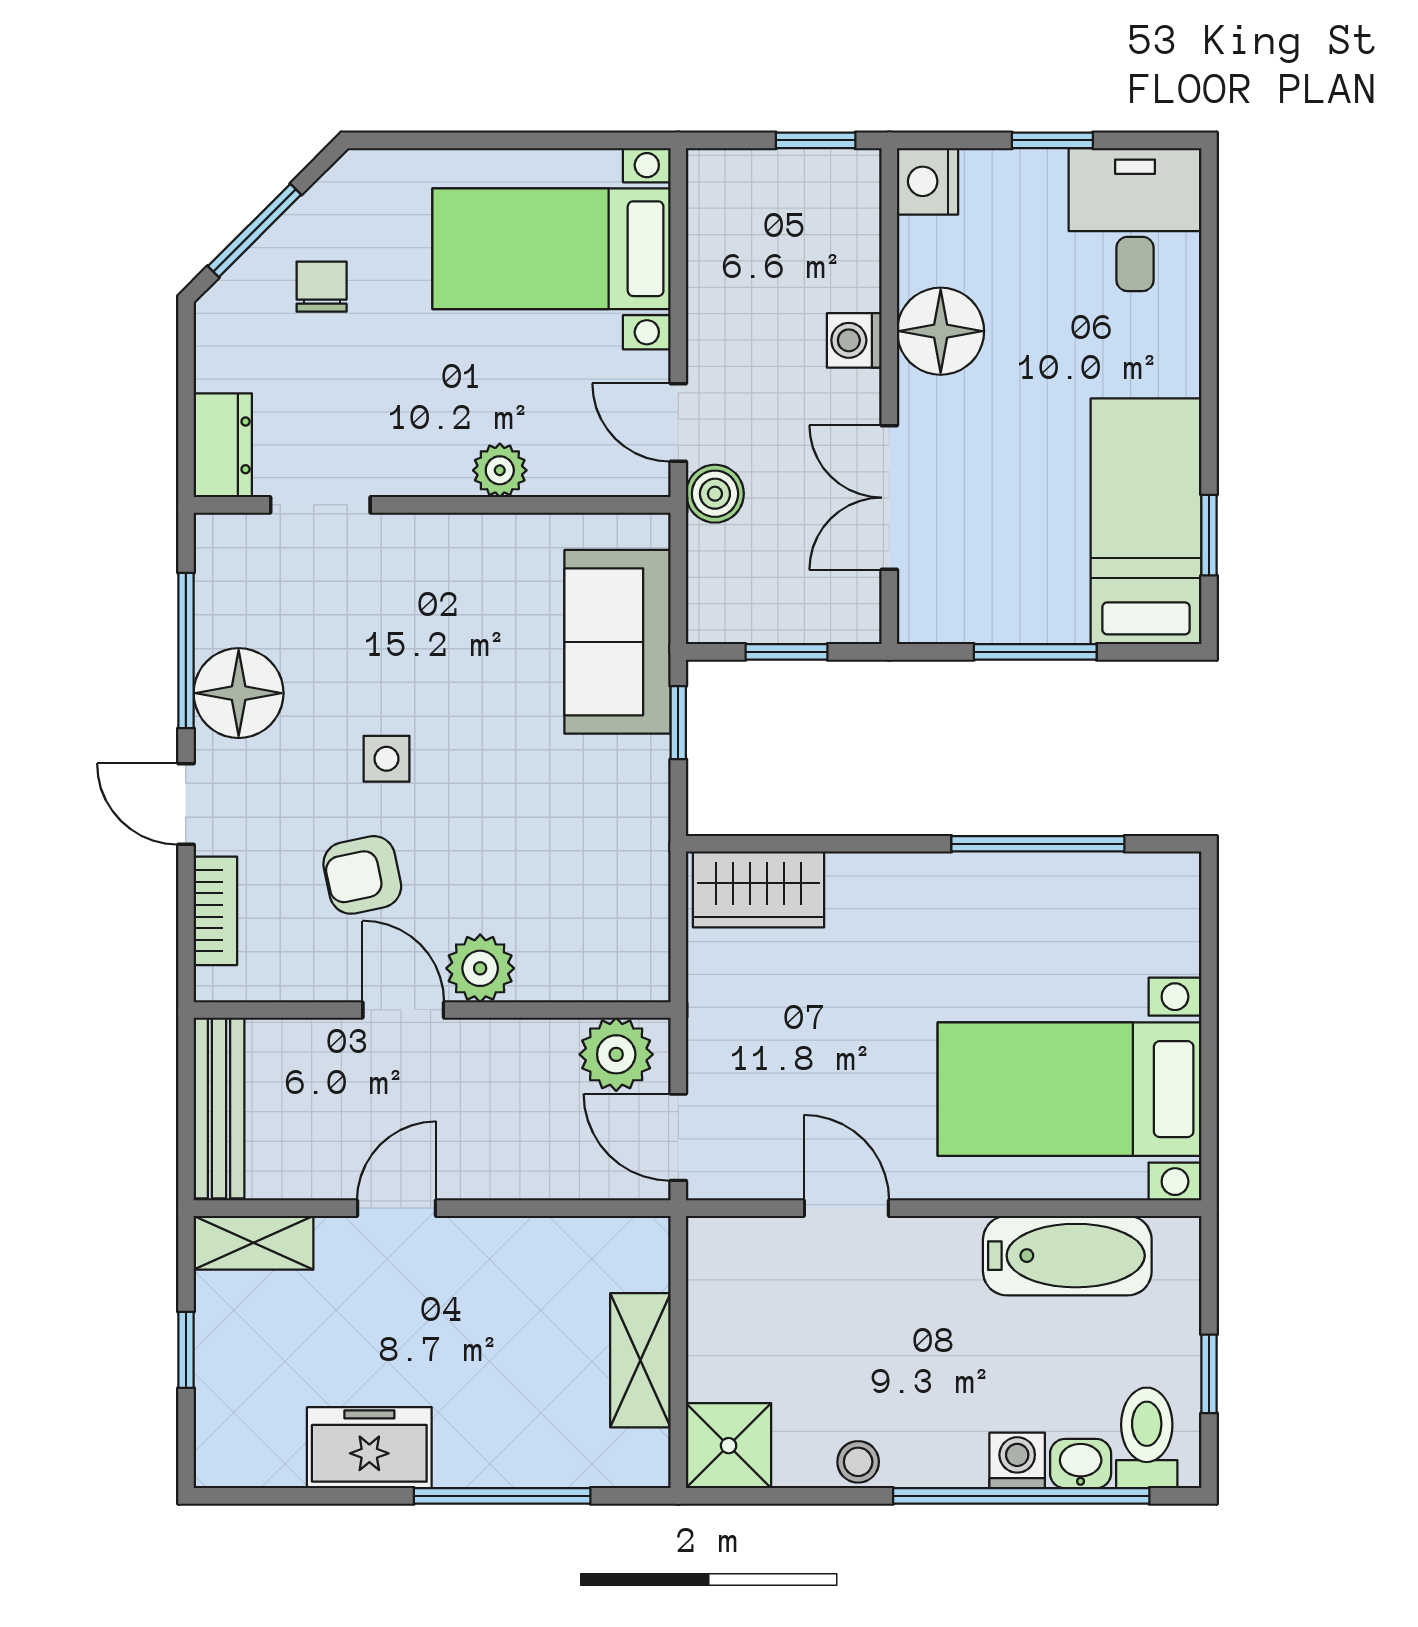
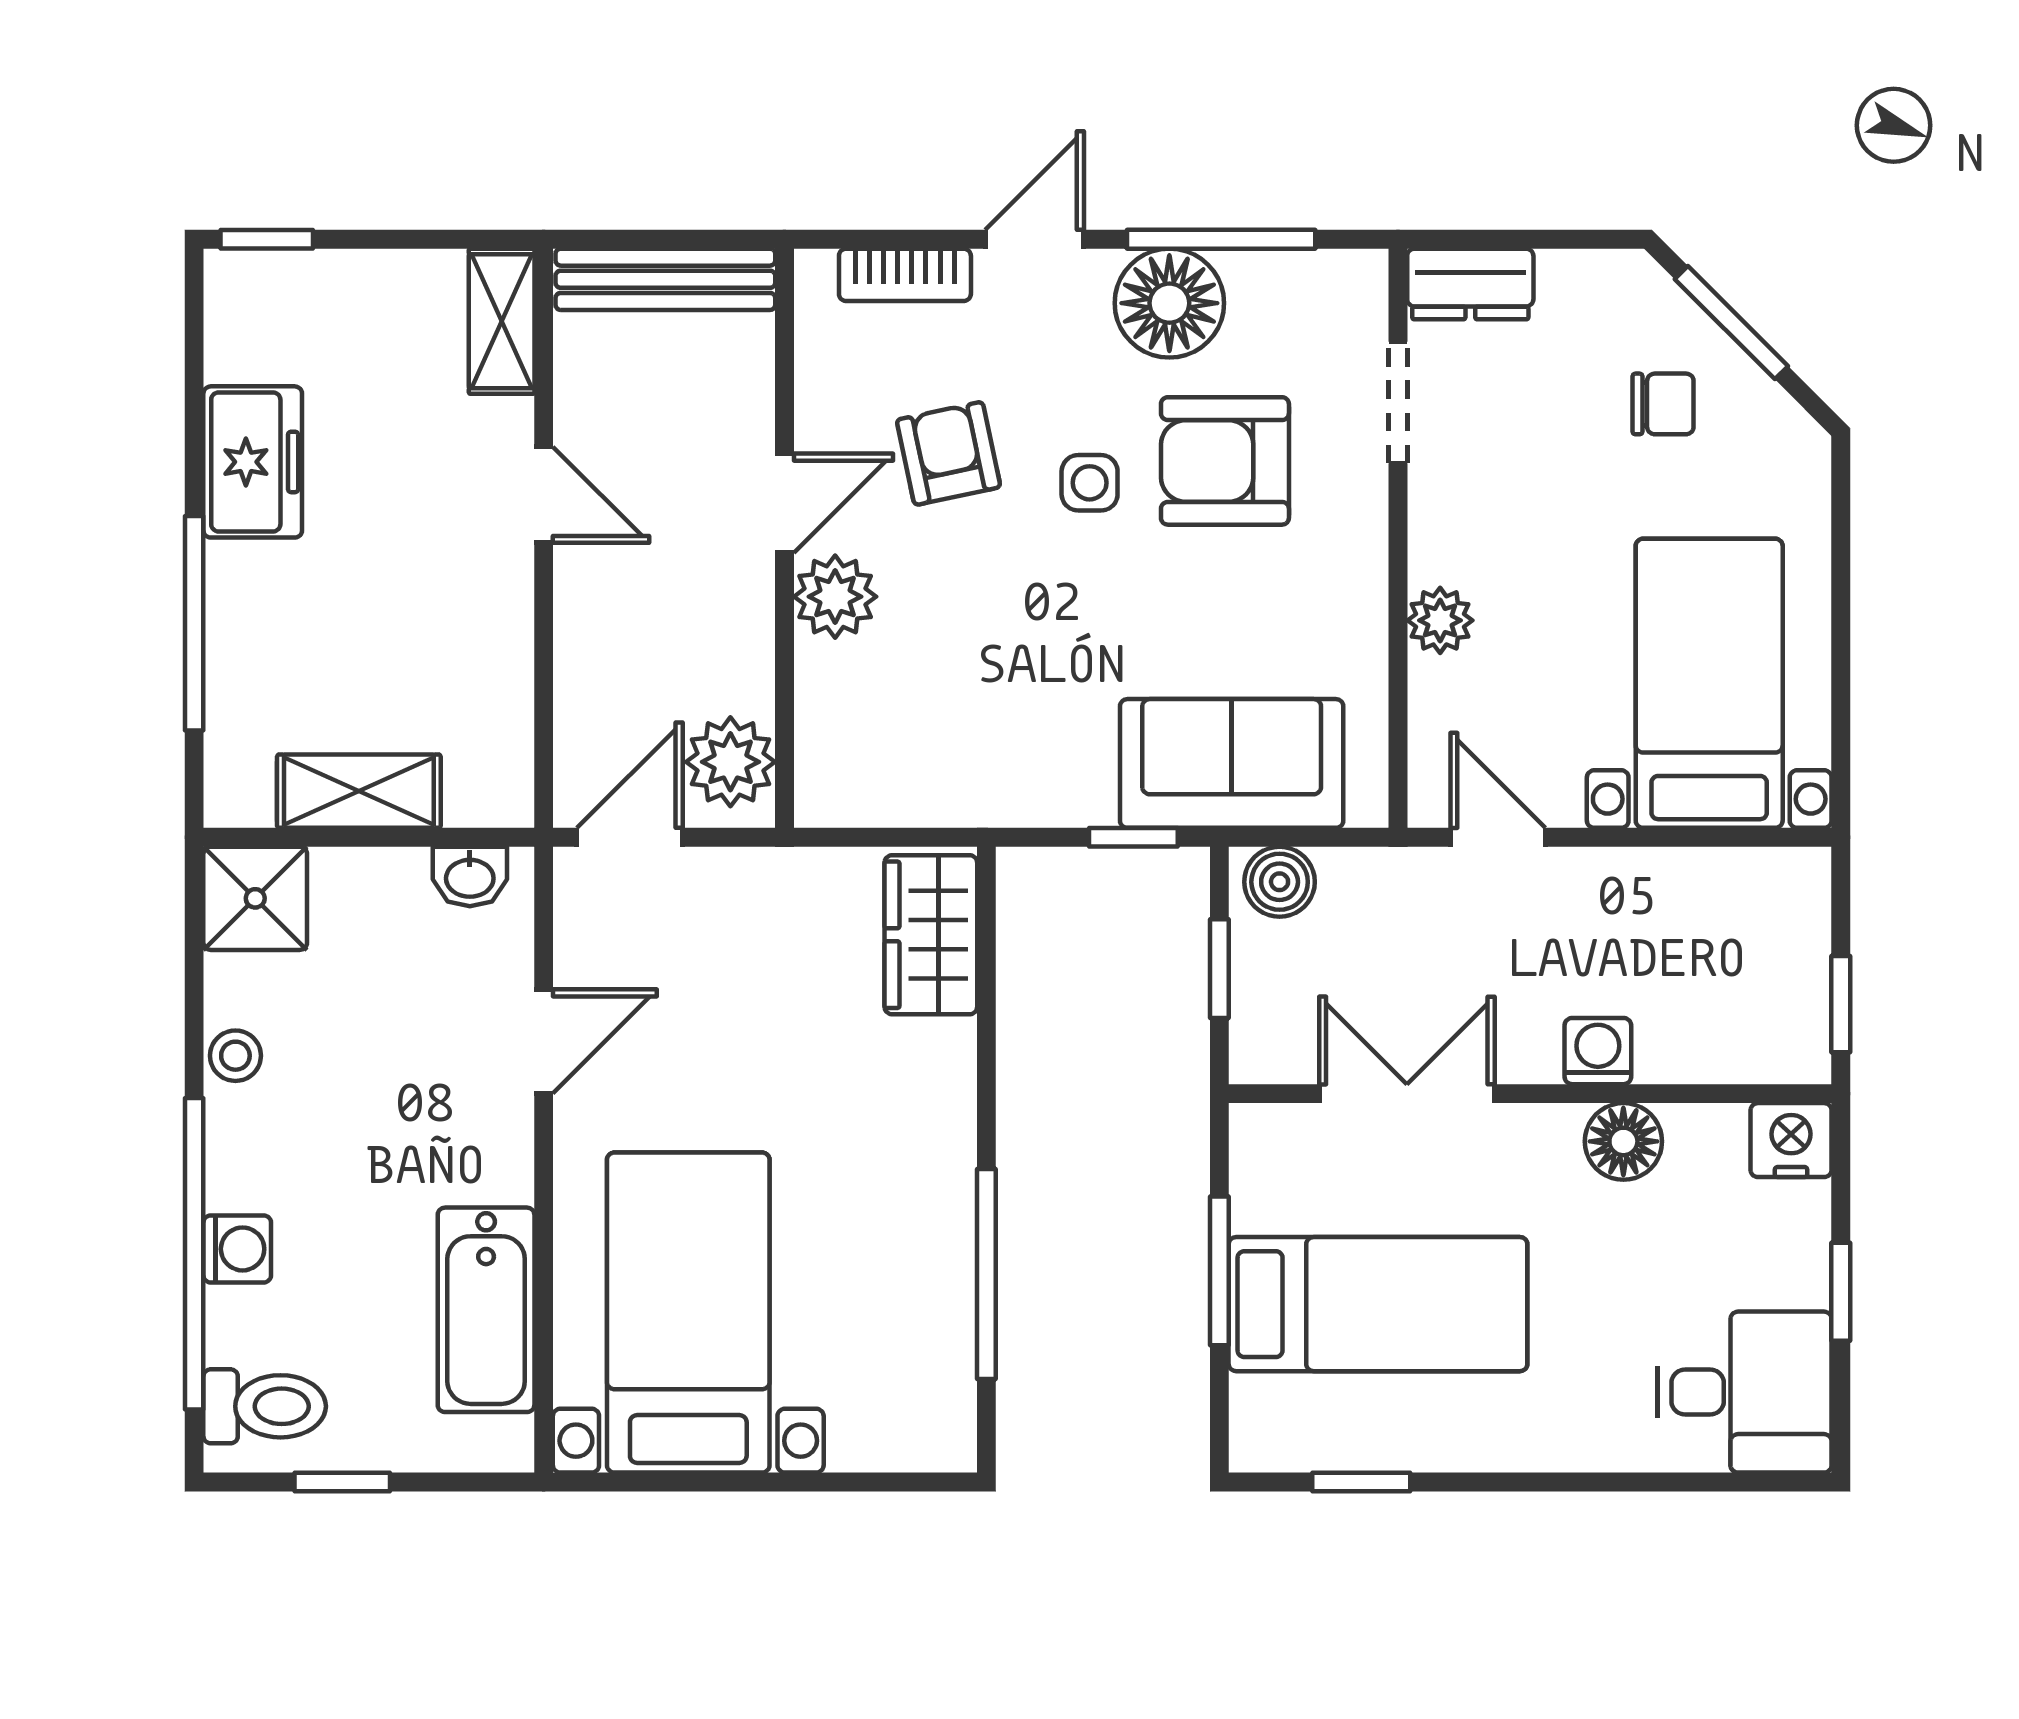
floor lamp: (941, 331) -> (1623, 1141), width x0.73, depth x0.73
door: (678, 423) -> (1498, 837), hinge flipped
boiler: (715, 494) -> (1280, 882), moved
bed: (1146, 521) -> (1378, 1304), moved
armchair: (369, 647) -> (1225, 461), added
window: (186, 1350) -> (267, 239), moved
washbasin: (1081, 1464) -> (470, 877), moved, turned 90

